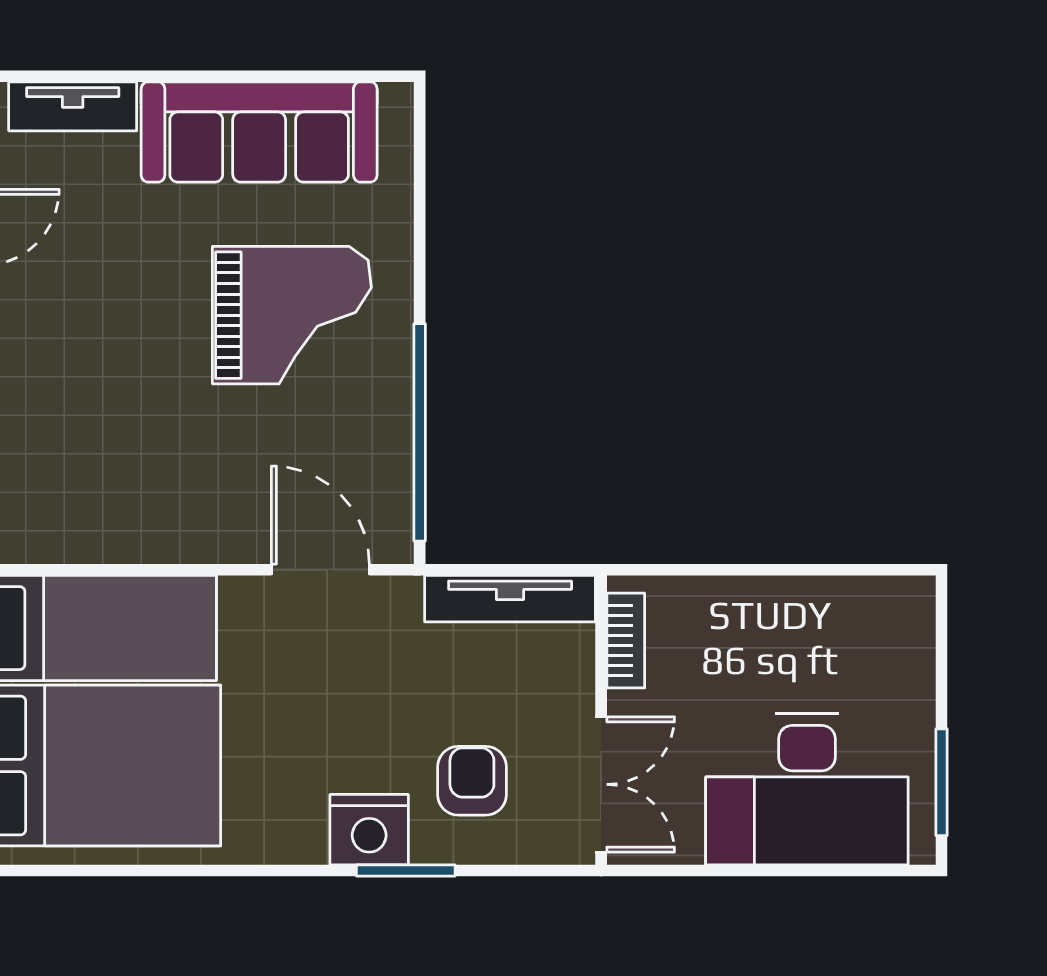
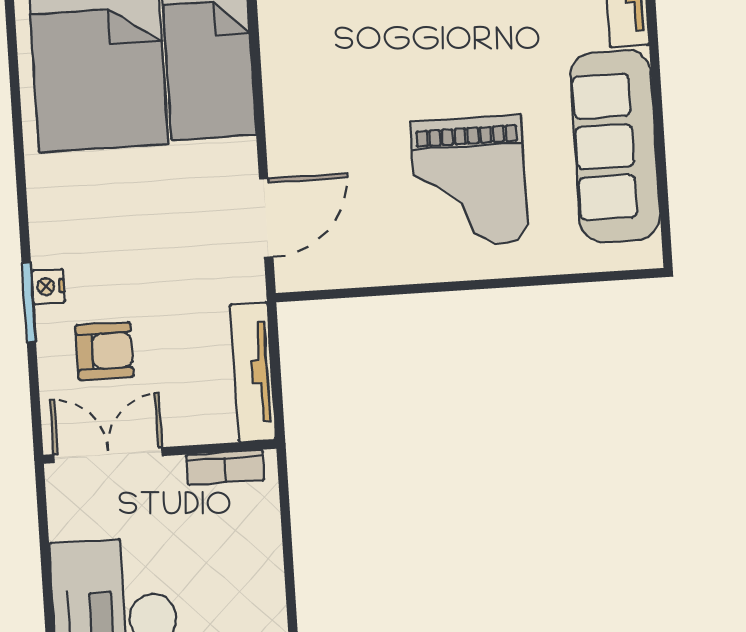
window: (420, 432) -> (382, 291), removed
double door: (601, 784) -> (108, 455), swing flipped
nightstand: (369, 830) -> (48, 287), width x0.53, depth x0.56

